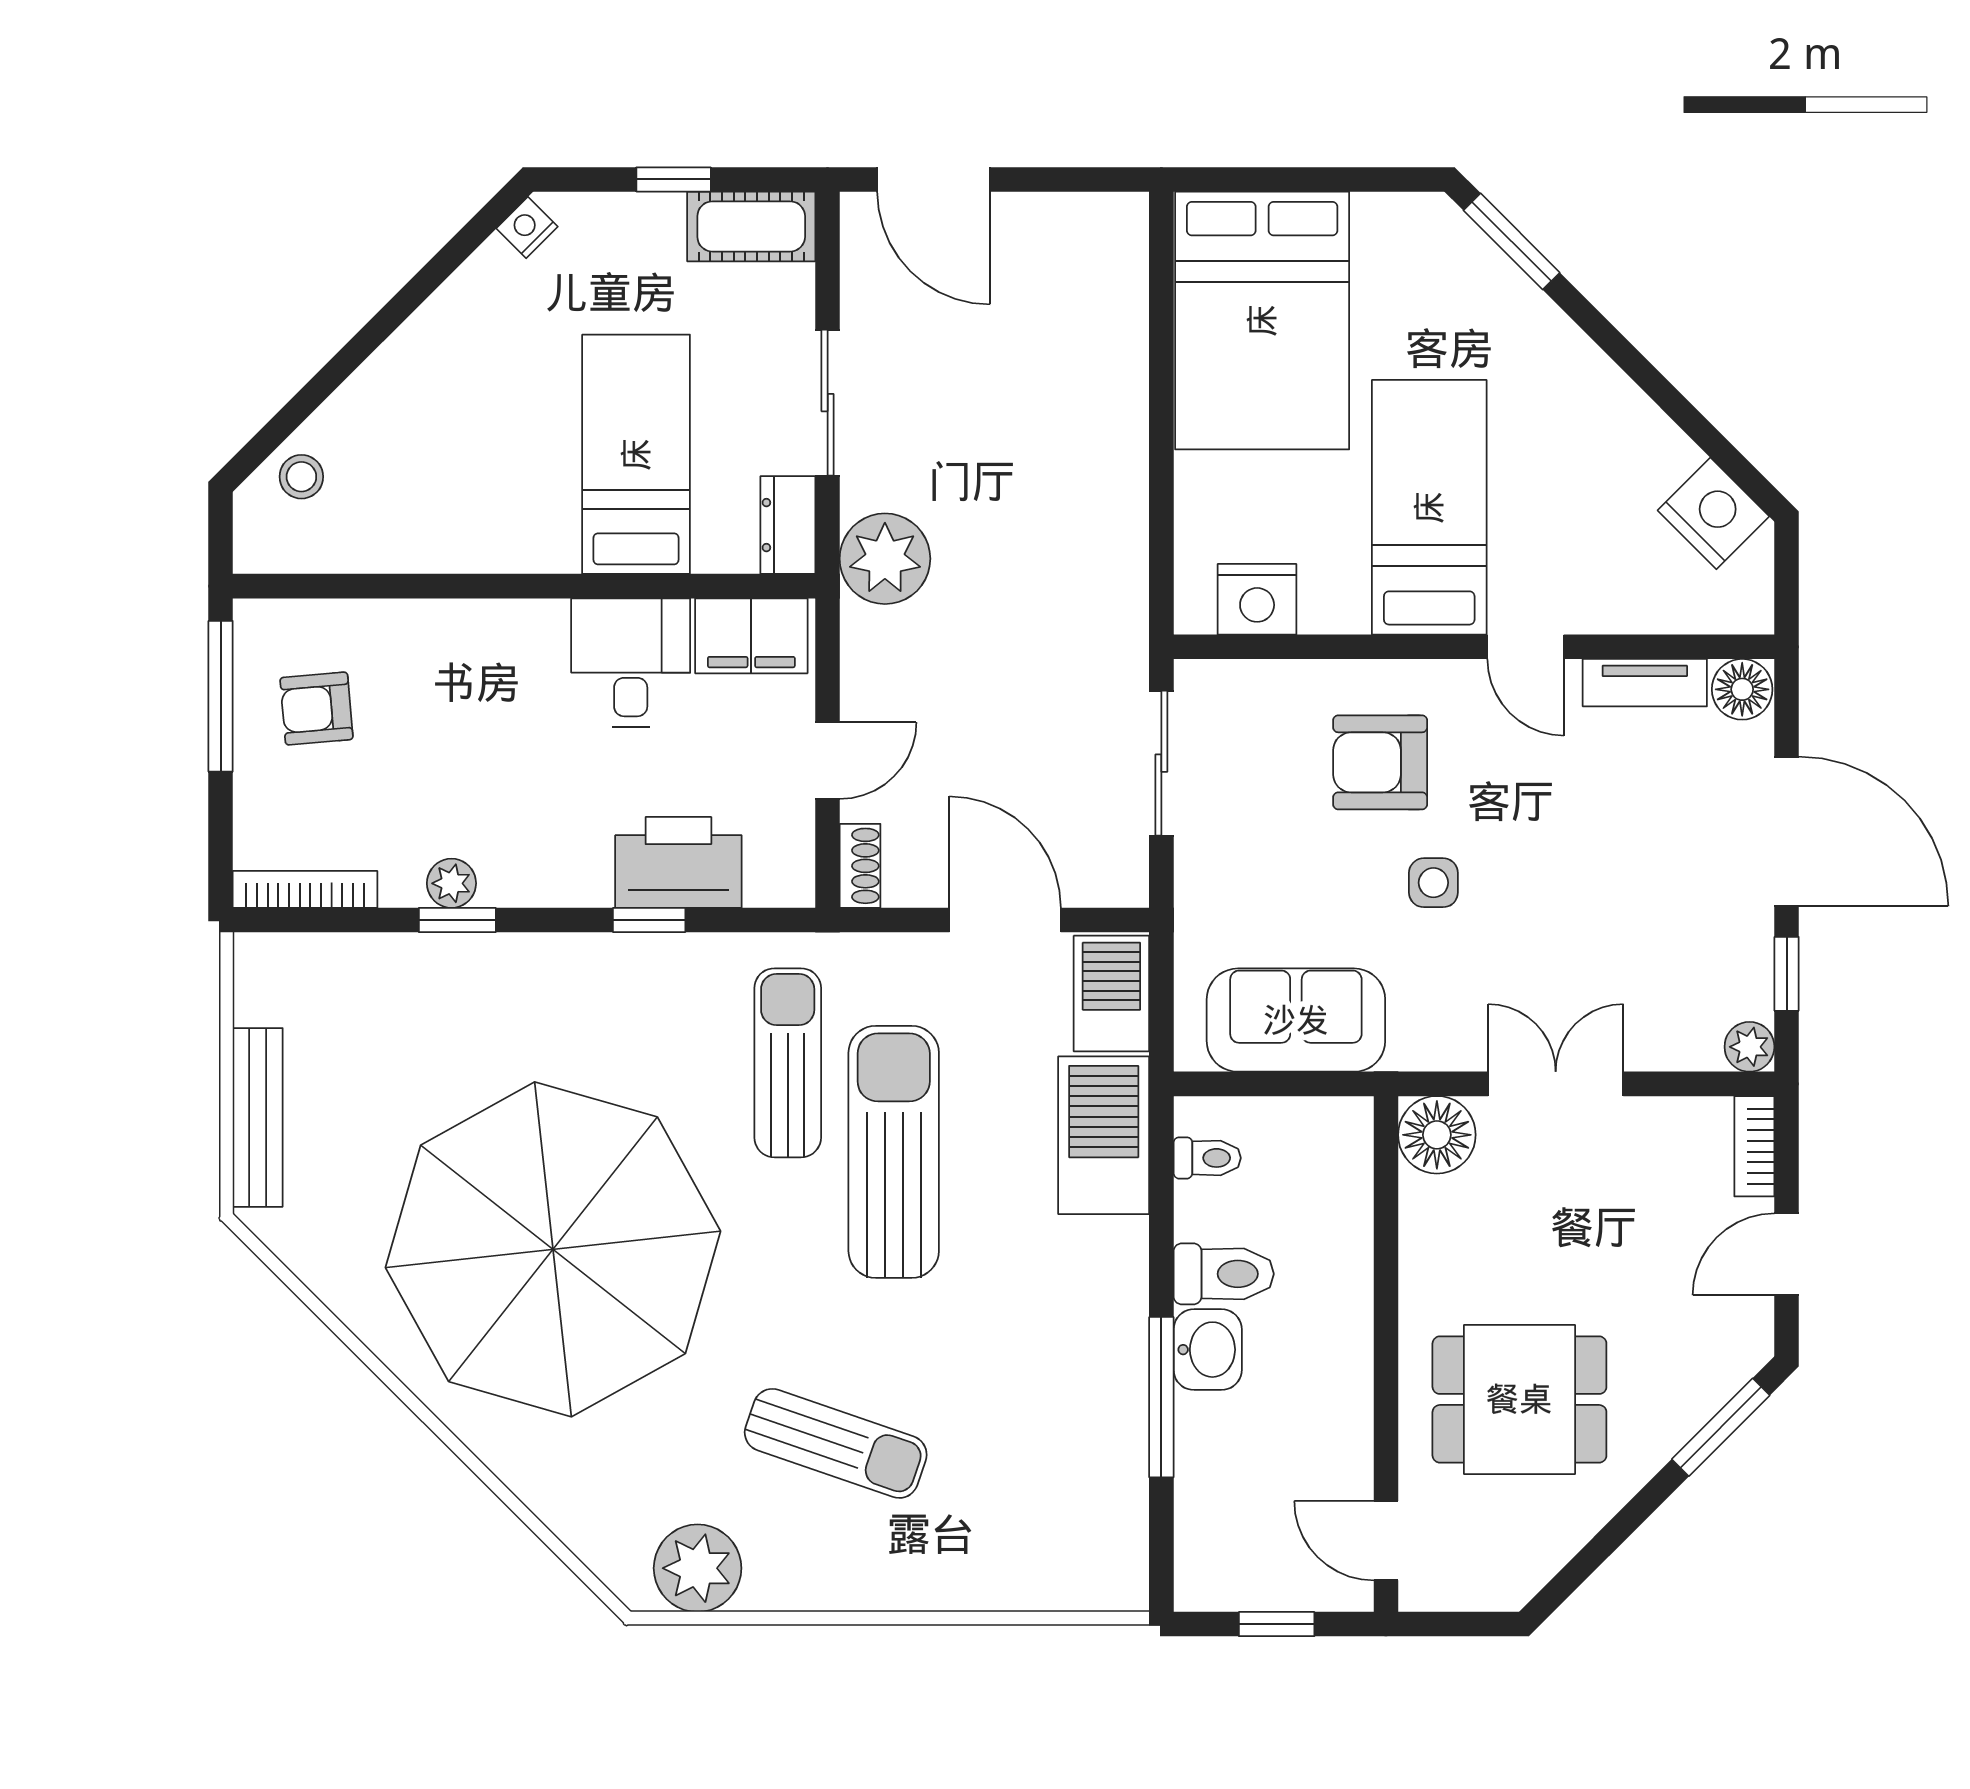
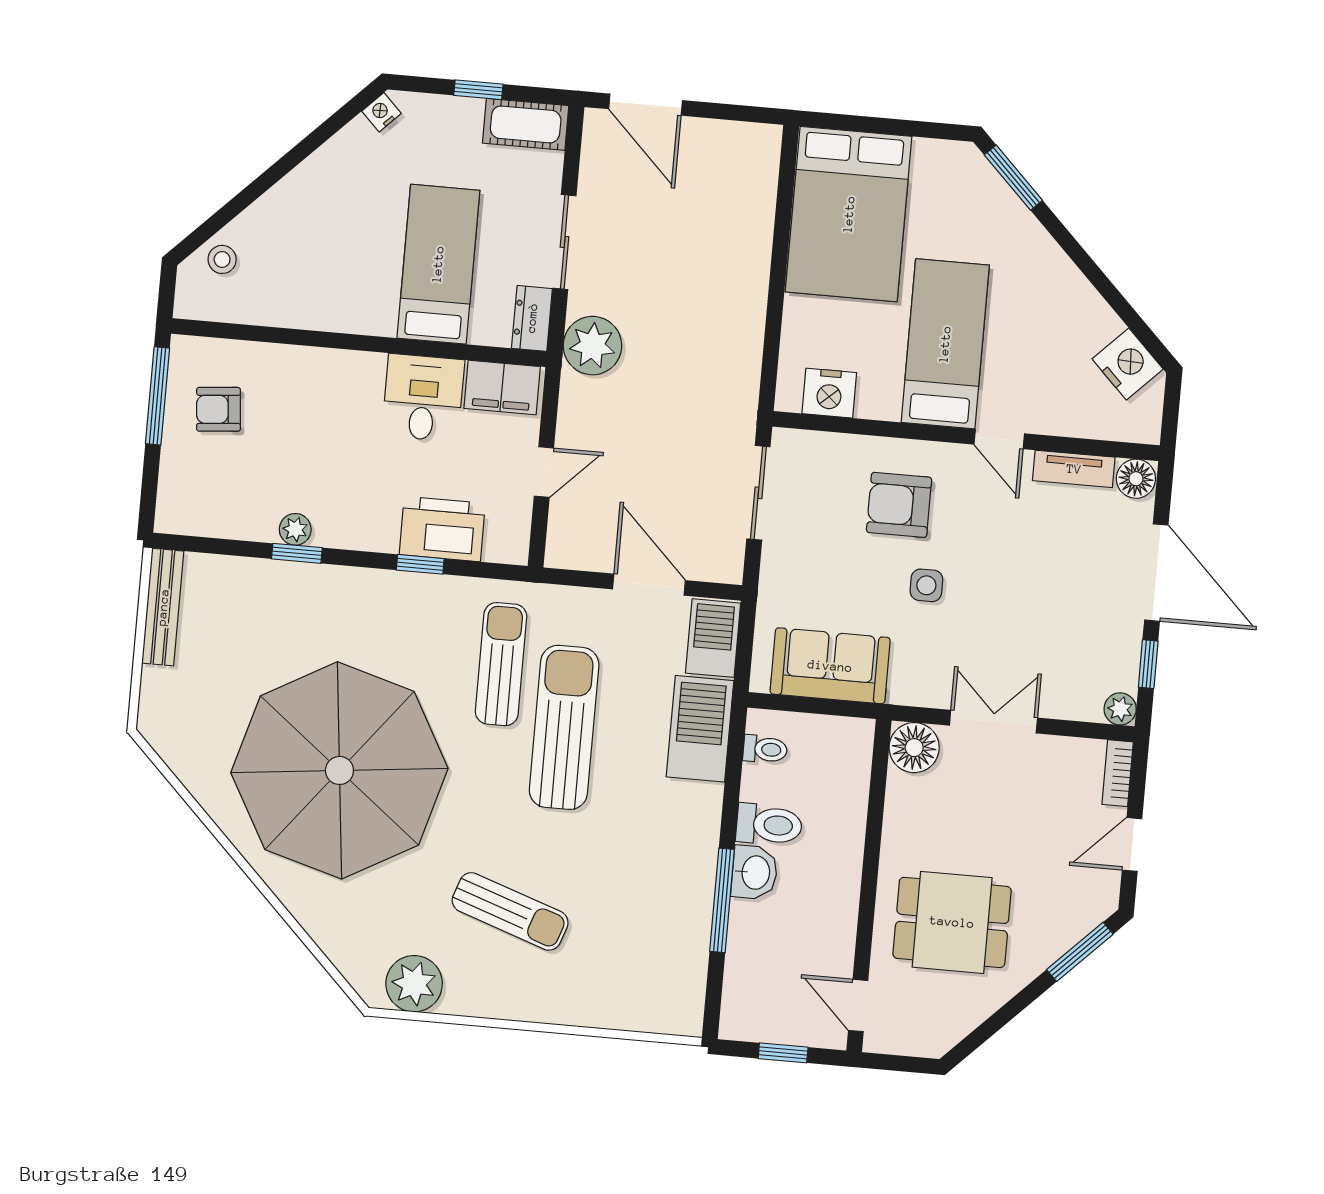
shoe rack: (860, 866) -> (559, 542), removed
bookcase: (305, 889) -> (201, 525), removed
bench: (258, 1117) -> (163, 607), moved

